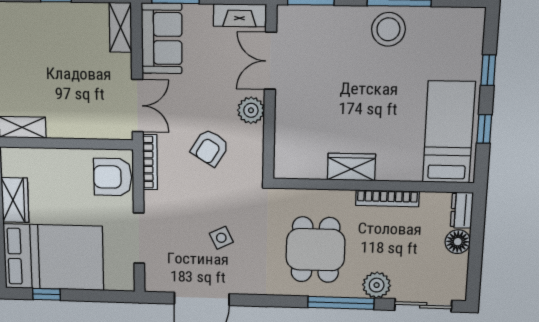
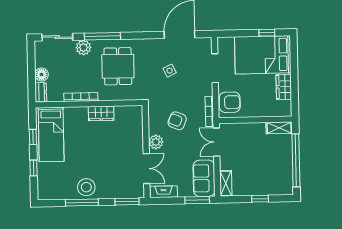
armchair: (210, 148) -> (177, 121), turned -100

